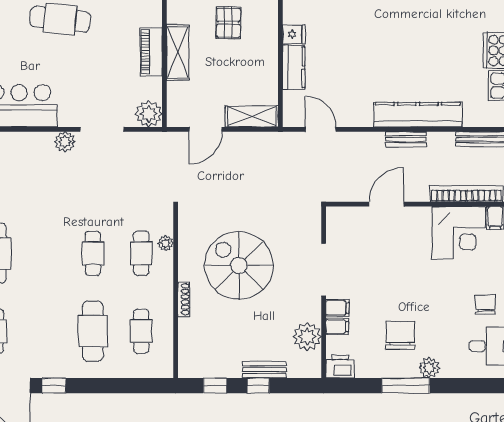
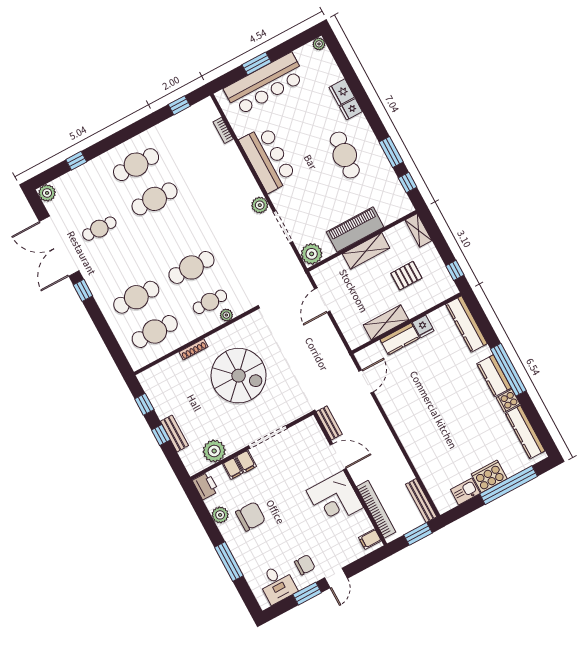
piano: (151, 52) -> (355, 229), width x1.37, depth x1.33
kitchen counter: (418, 115) -> (414, 445), removed
shelving: (252, 116) -> (386, 322), moved, turned 90
door: (206, 129) -> (322, 300), hinge flipped
bench: (406, 139) -> (329, 423), moved
corner desk: (459, 233) -> (335, 499), moved
cafe table: (93, 253) -> (191, 267), width x1.37, depth x1.35
spiral stairs: (239, 265) -> (239, 376), turned 90
cafe table: (141, 331) -> (155, 332), width x1.37, depth x1.35
plant: (429, 368) -> (220, 515), moved
window: (406, 386) -> (229, 561), moved

